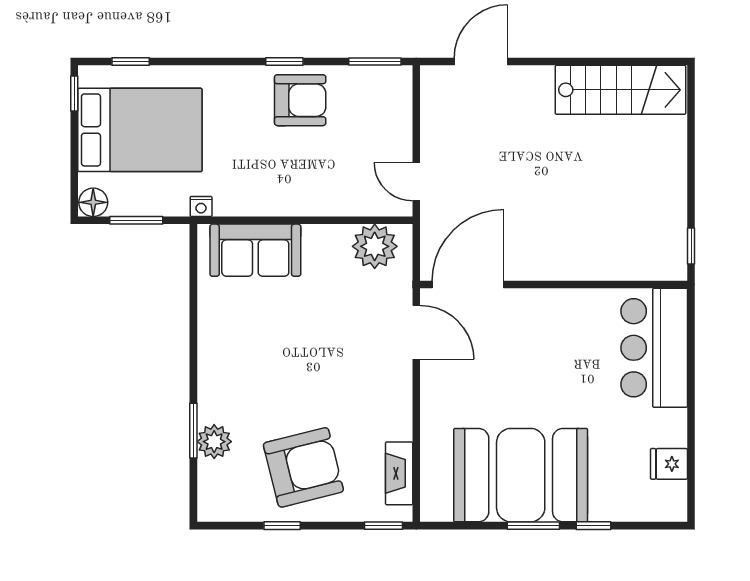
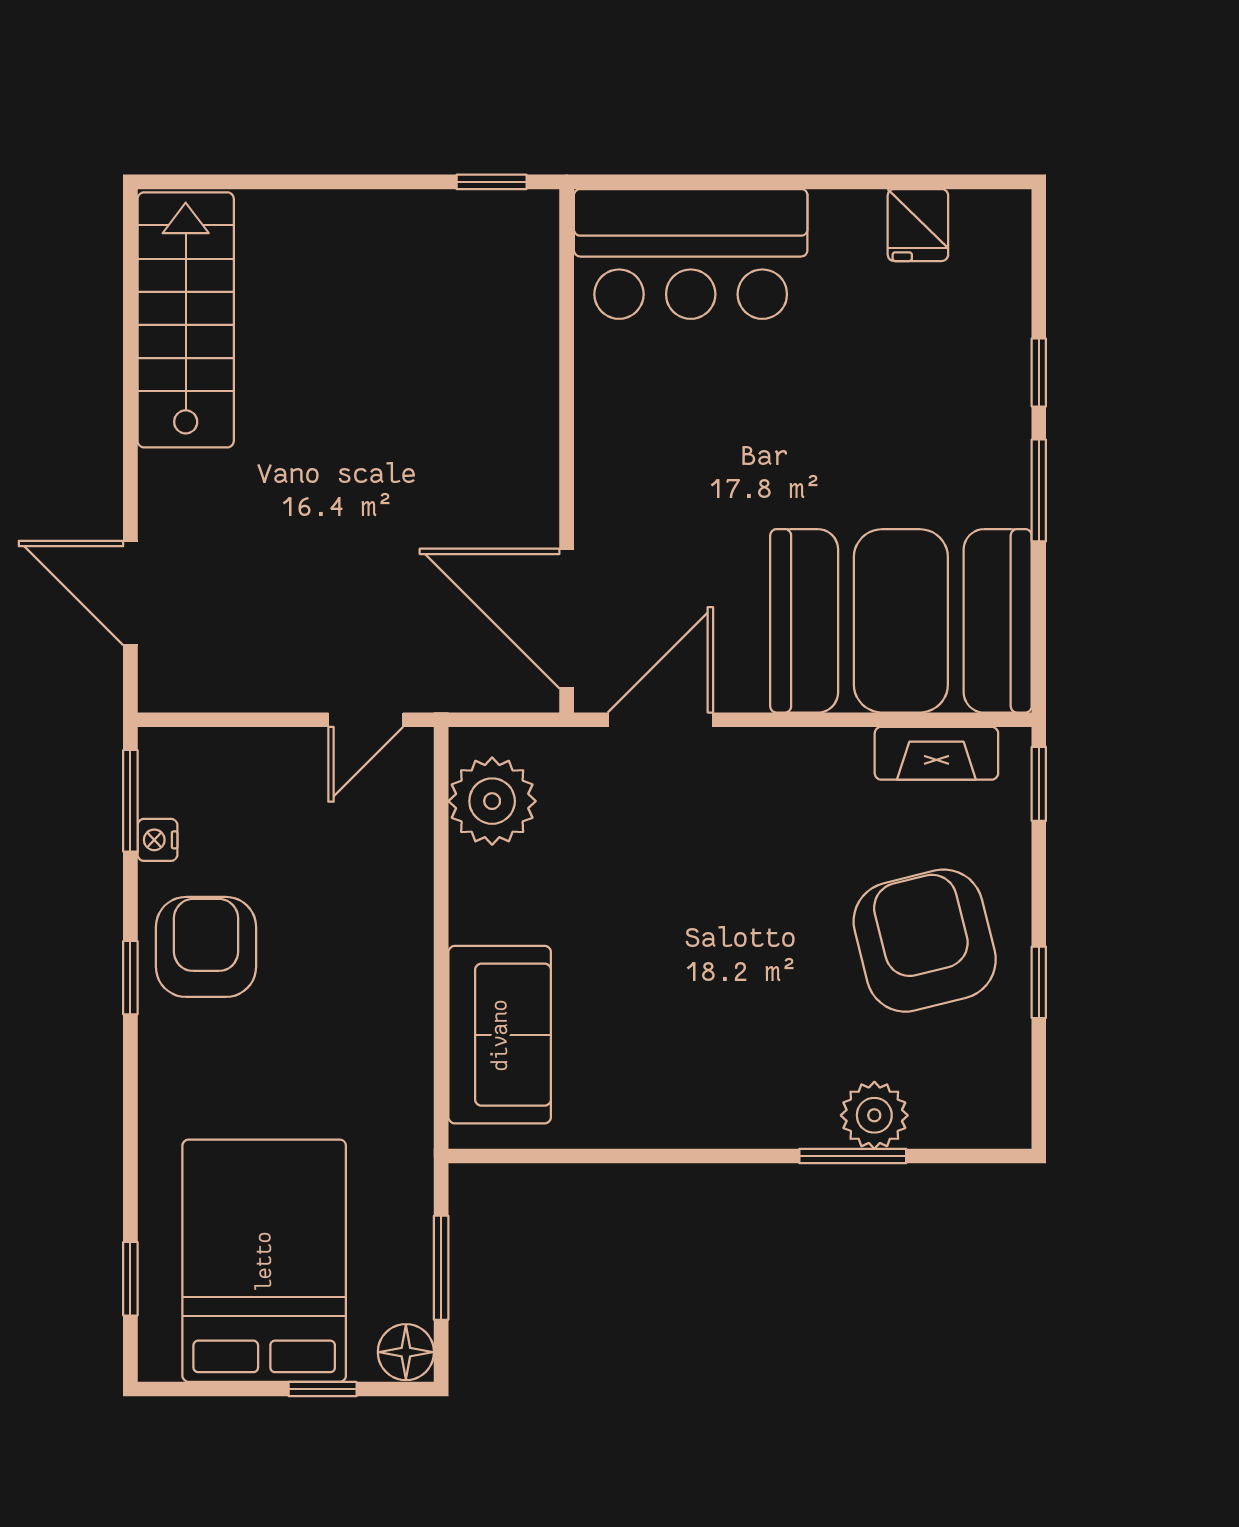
window: (74, 94) -> (323, 1389), moved
nightstand: (201, 207) -> (157, 840), moved, turned 180
booth: (521, 475) -> (901, 621), moved, turned 90

